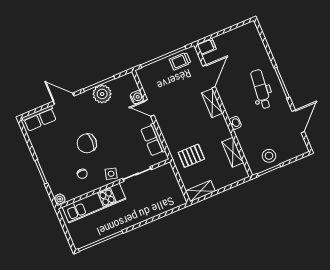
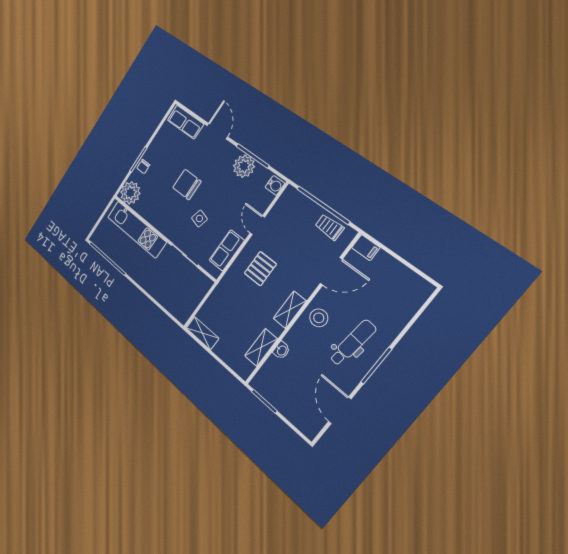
water cooler: (137, 97) -> (275, 185), moved
shelving: (212, 103) -> (290, 310), moved
door: (298, 121) -> (340, 410), swing flipped
washbasin: (235, 123) -> (282, 350), moved
pallet: (191, 156) -> (260, 269), moved, turned 90
stool: (269, 156) -> (319, 318), moved
chair: (82, 174) -> (143, 166), moved
side table: (111, 174) -> (199, 219), moved
plant: (60, 199) -> (130, 193), width x1.87, depth x1.87

